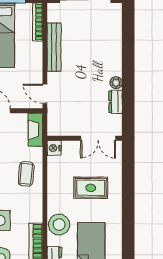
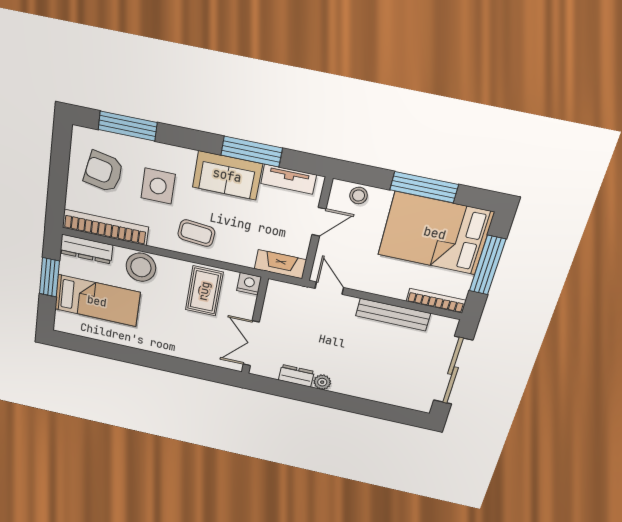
door: (45, 94) -> (329, 288), hinge flipped
coffee table: (26, 174) -> (196, 233), moved
rug: (91, 188) -> (204, 291), moved

